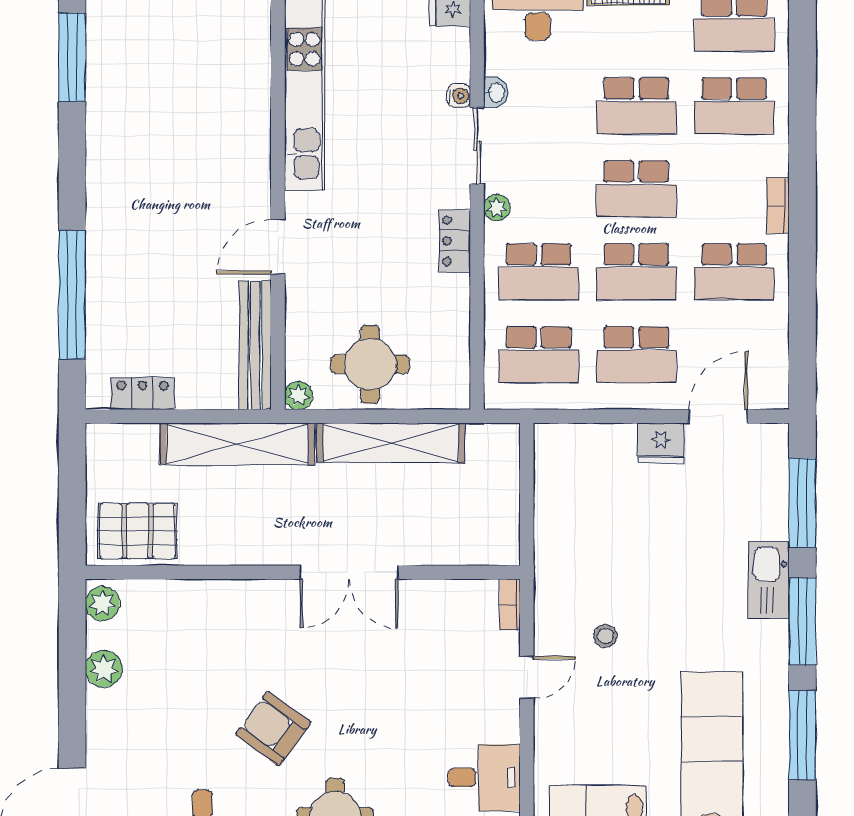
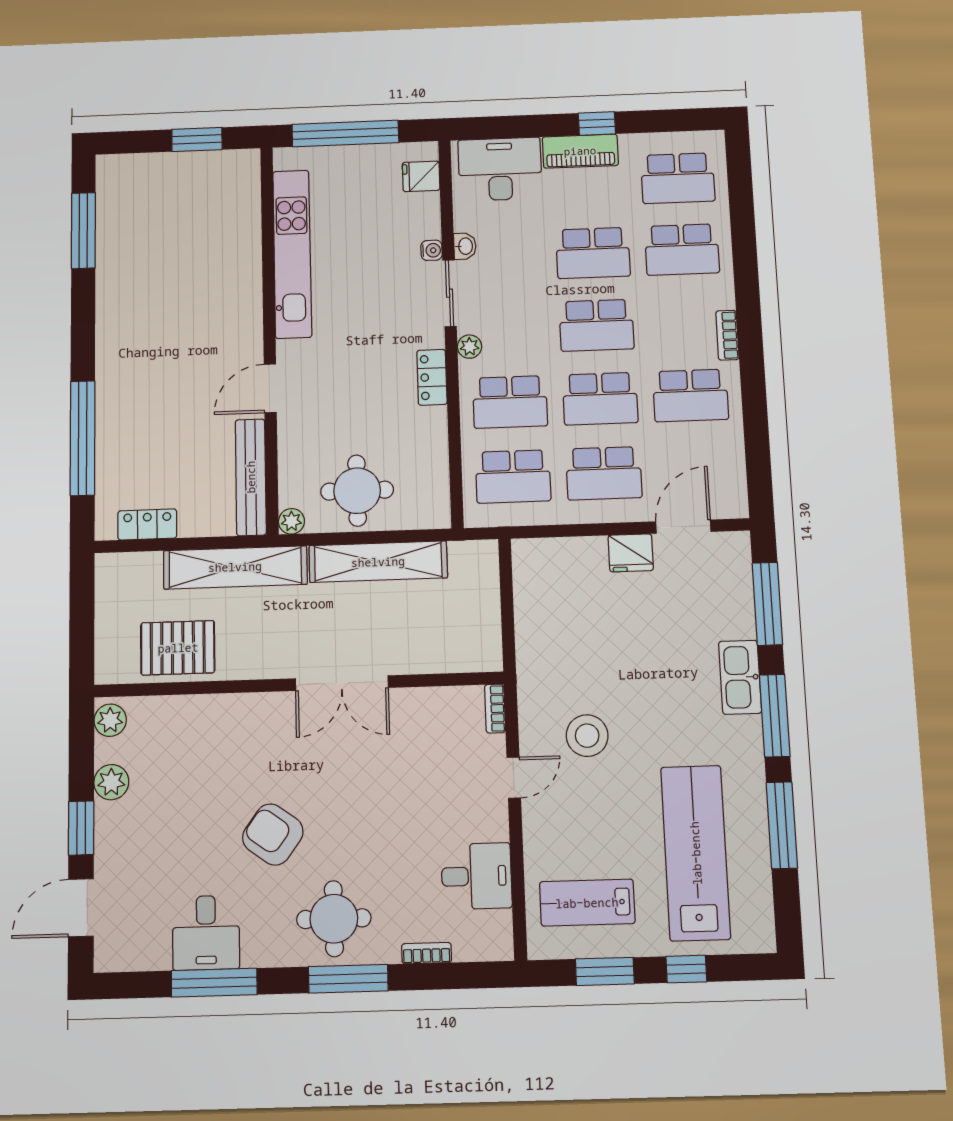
pallet: (137, 531) -> (178, 648), moved
stool: (605, 636) -> (587, 736), width x1.89, depth x1.89
window: (72, 716) -> (81, 828), added

